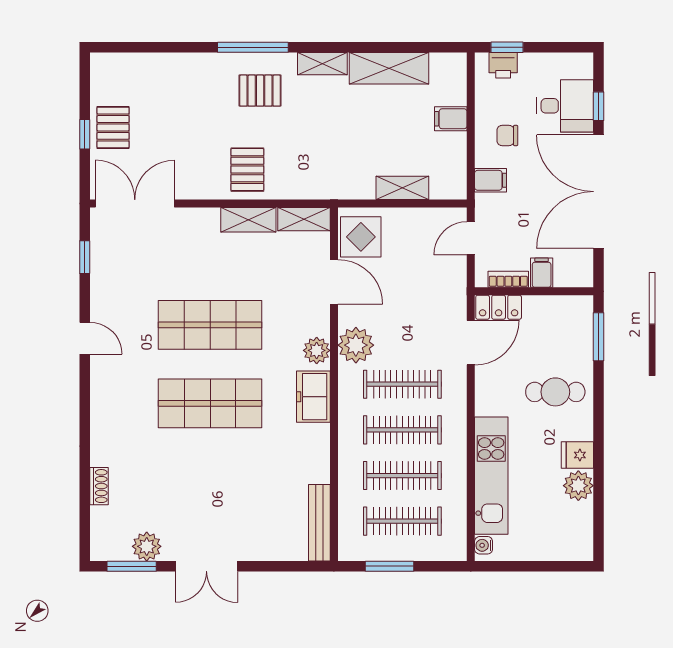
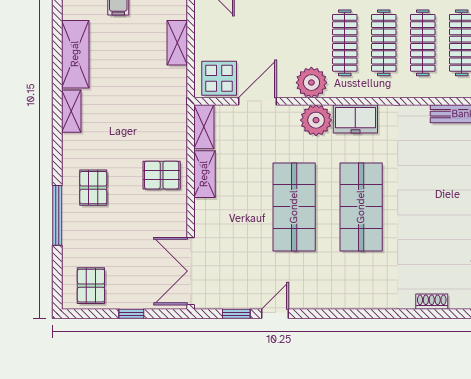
window: (253, 47) -> (57, 215), moved
pallet: (260, 91) -> (93, 188), moved
pallet: (113, 127) -> (91, 286), moved, turned 90
door: (85, 338) -> (275, 314), moved
plant: (317, 350) -> (316, 120), width x1.36, depth x1.36

